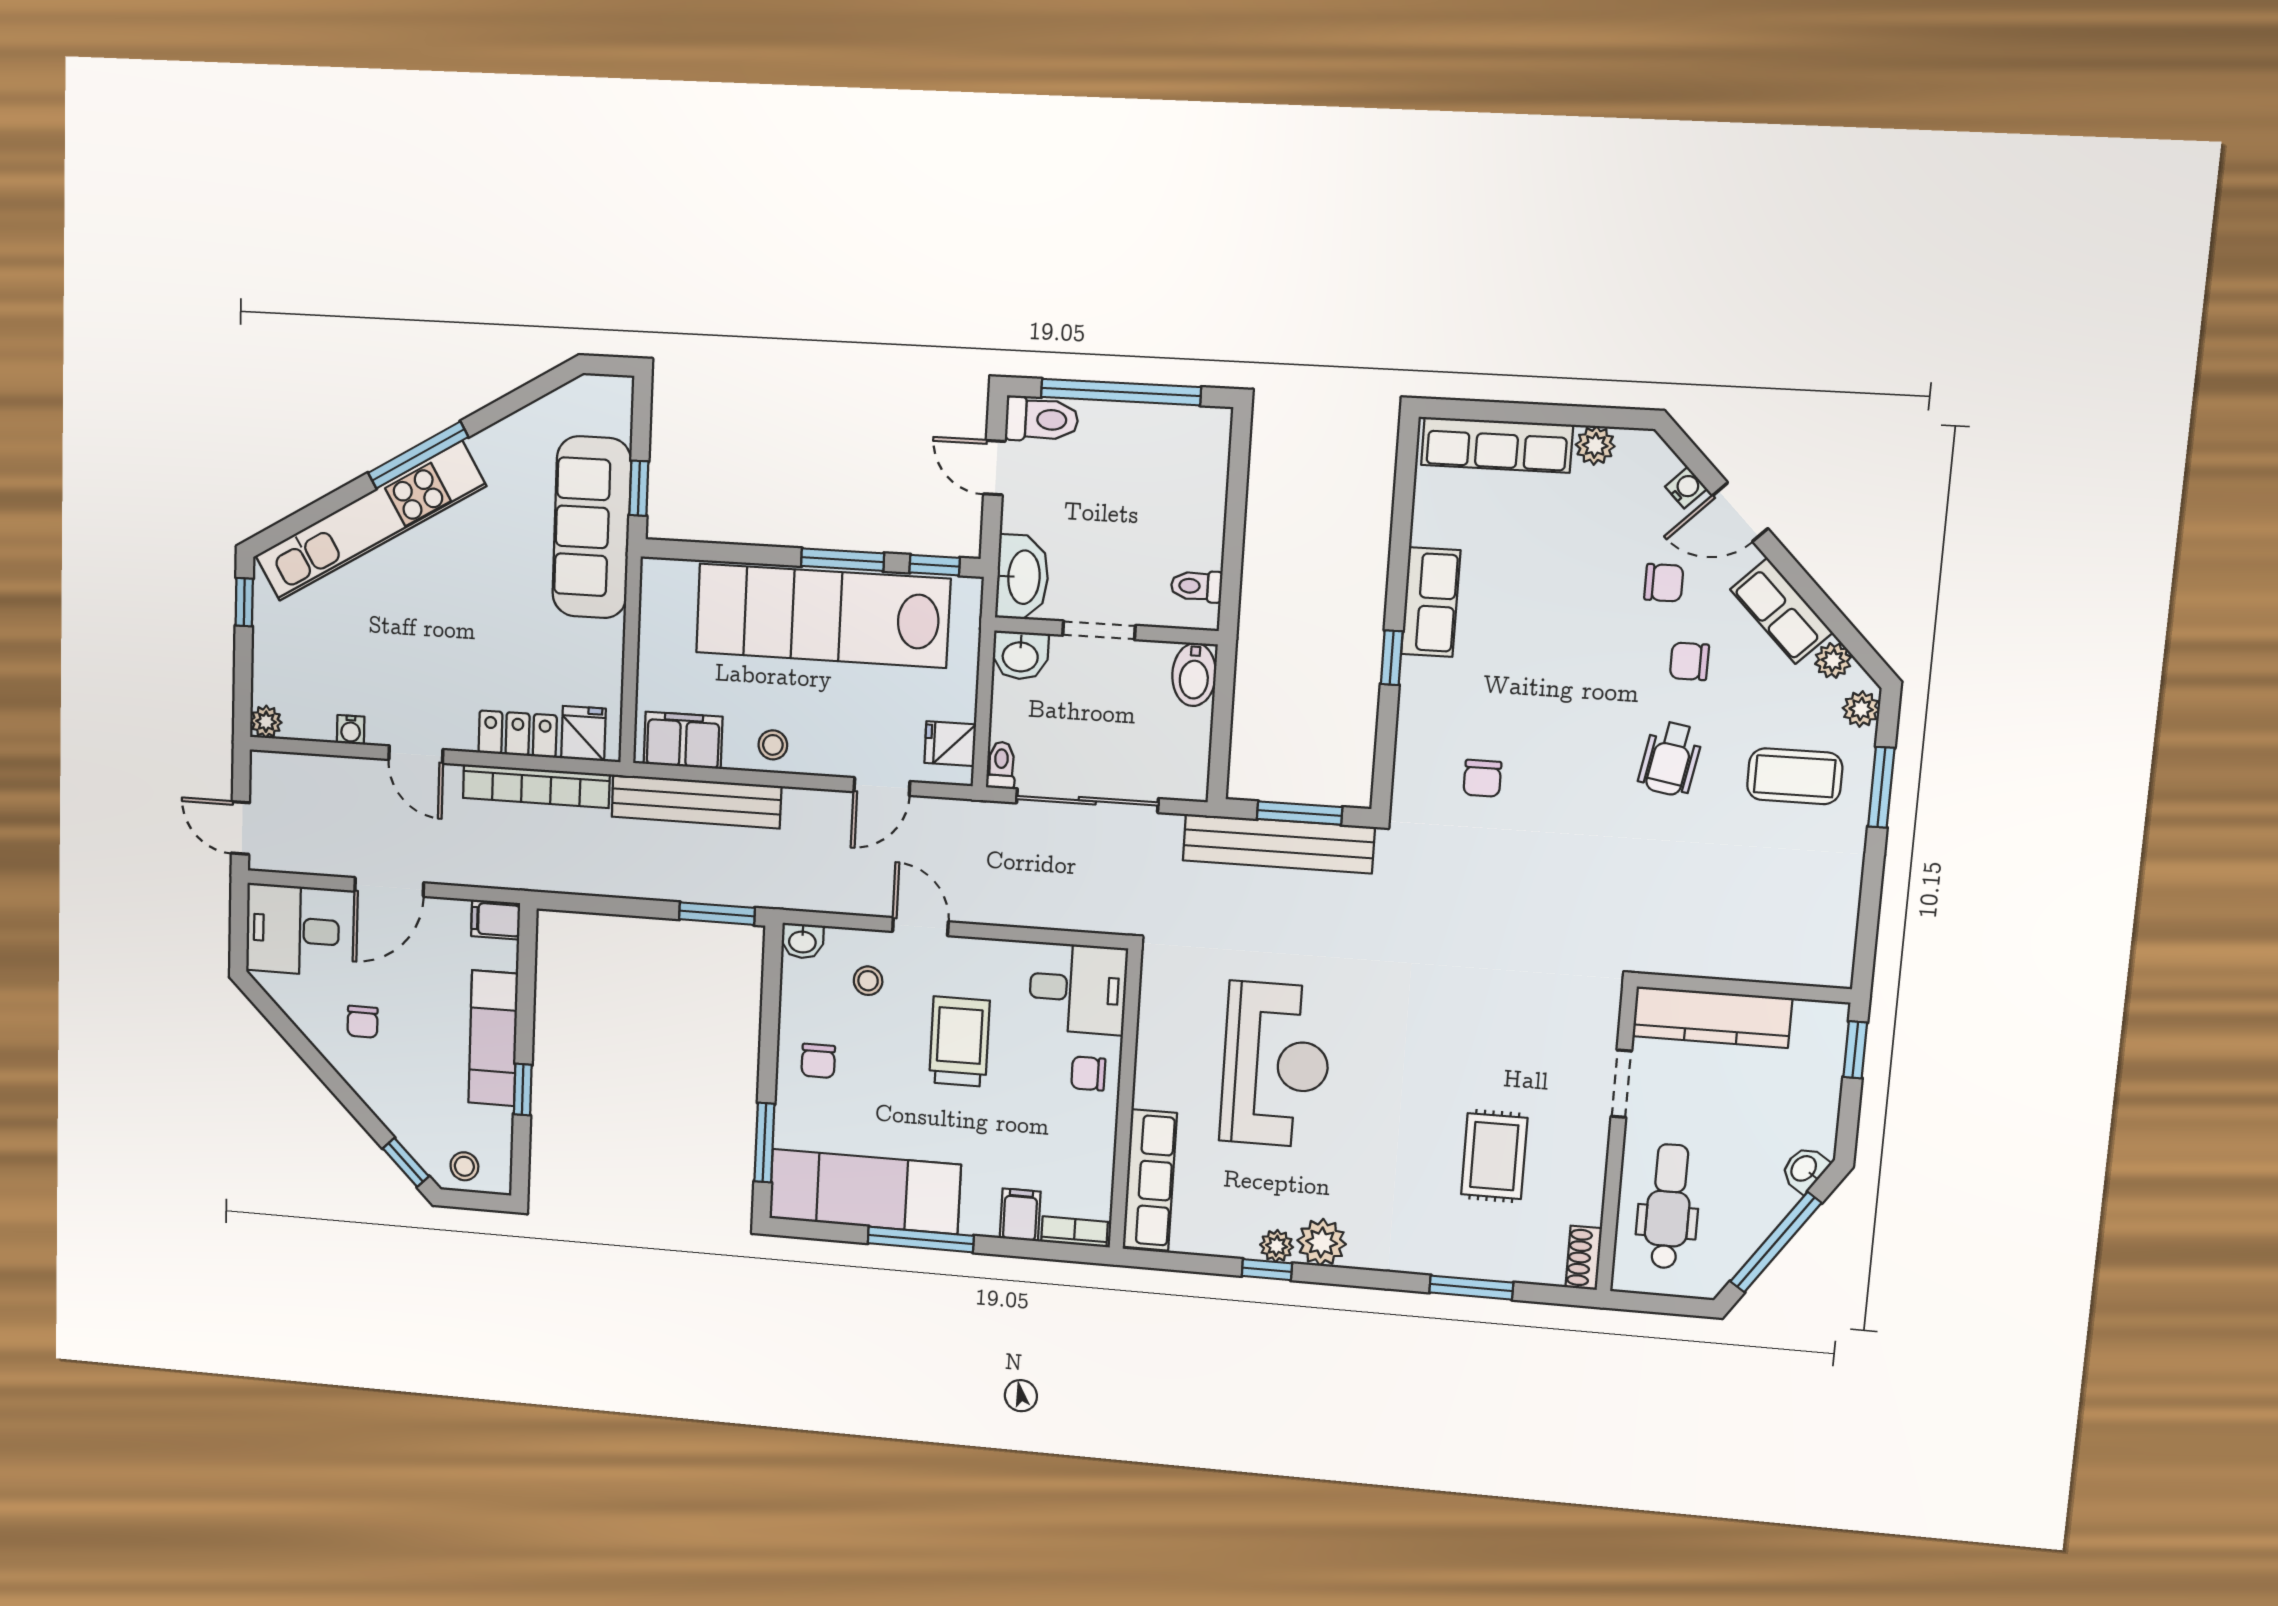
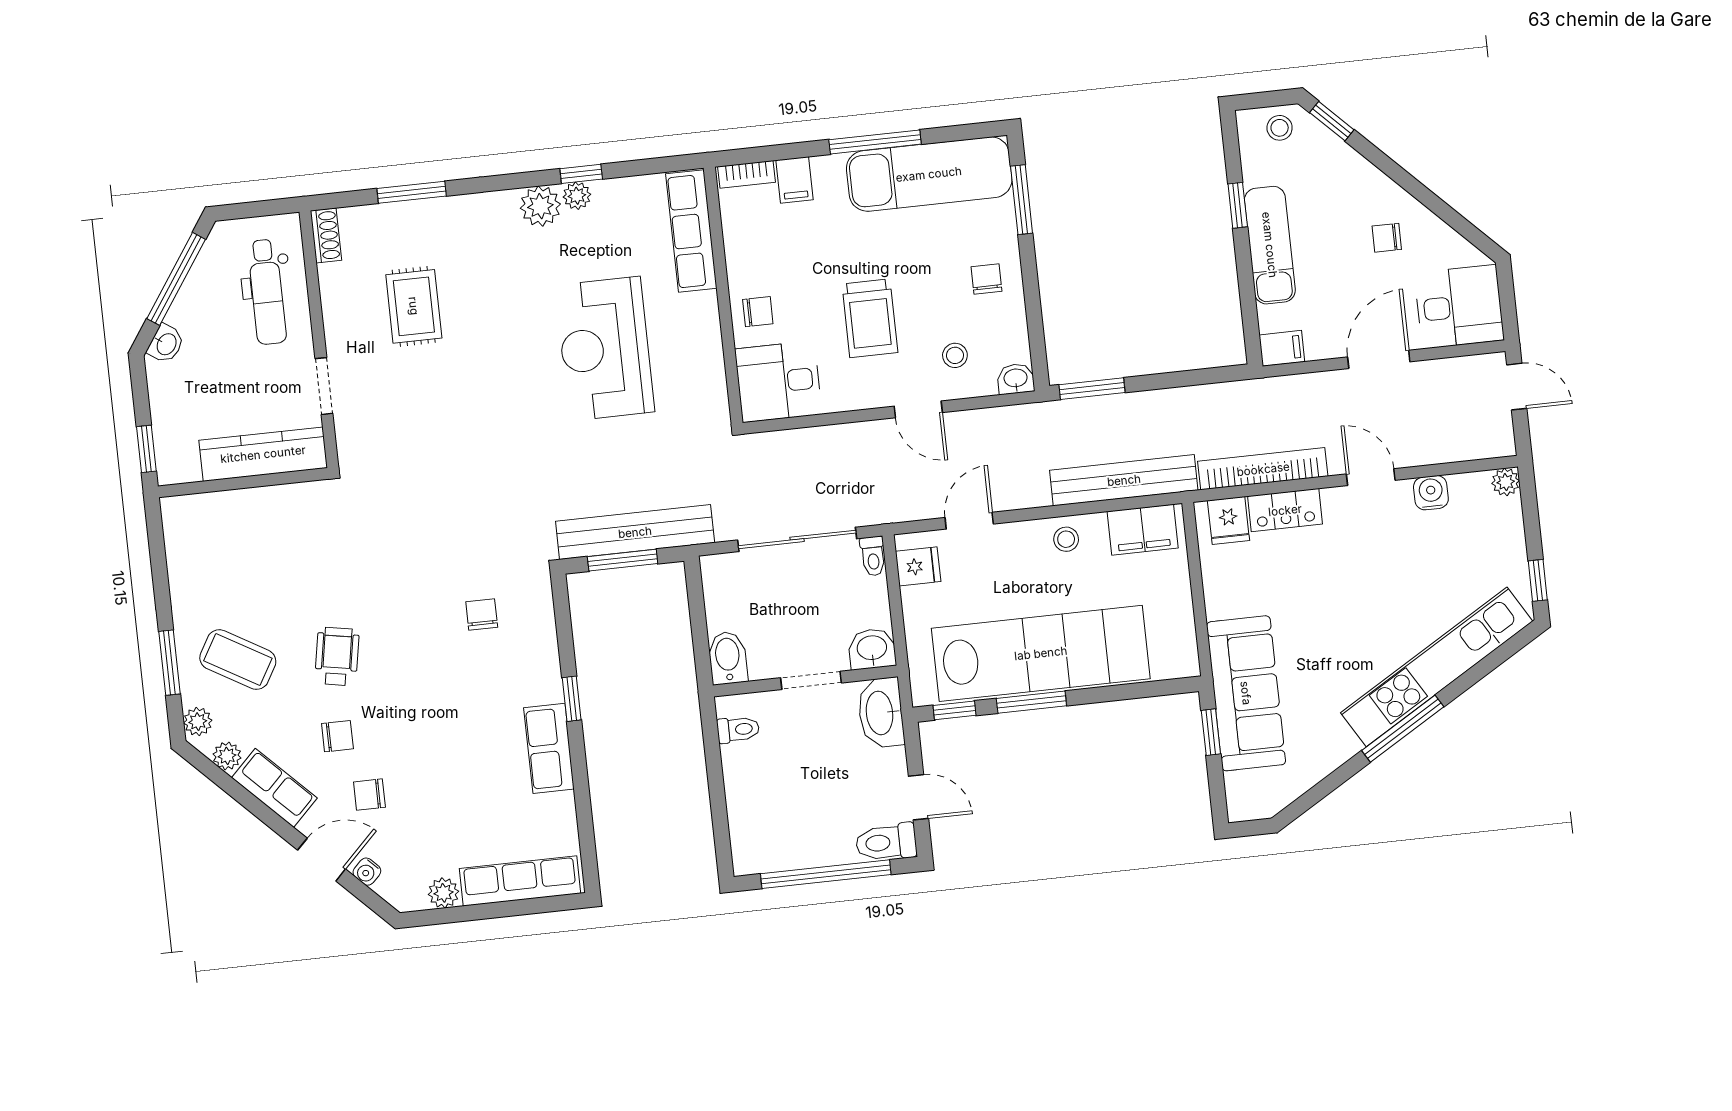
water cooler: (351, 730) -> (1431, 493), width x1.38, depth x1.38
coffee table: (1795, 776) -> (238, 660), turned 30
chair: (363, 1022) -> (1387, 238), turned -90

